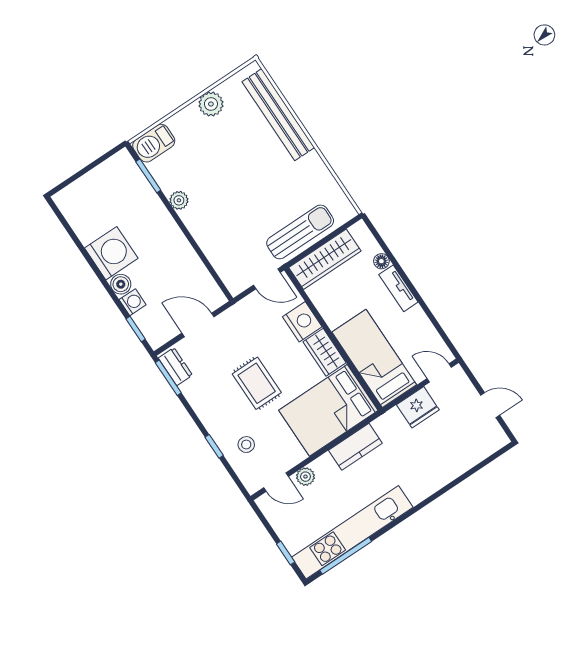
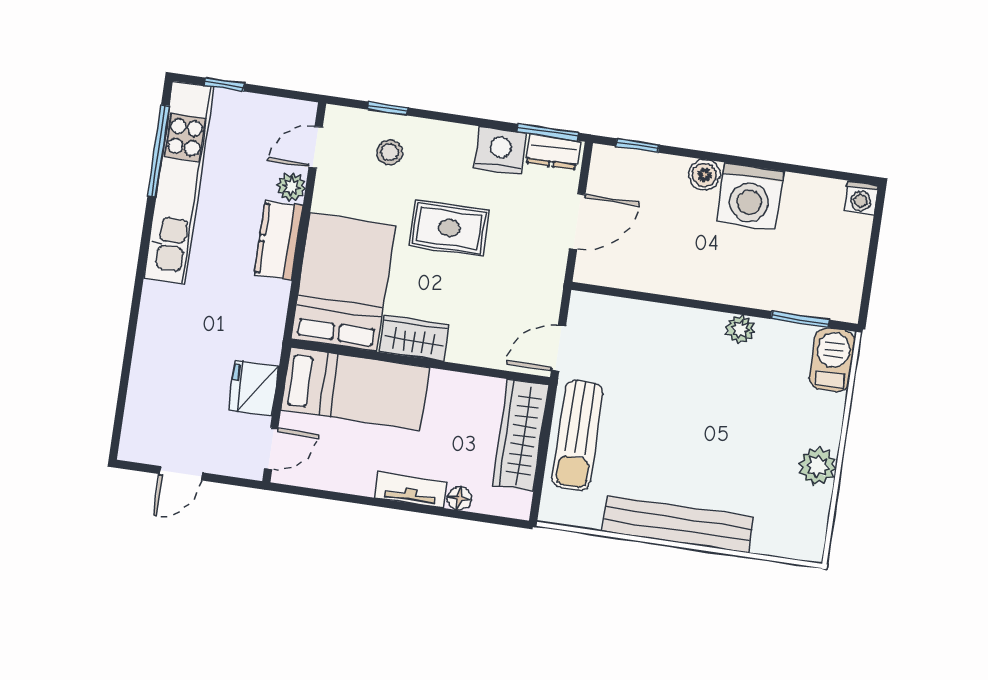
bench: (278, 115) -> (678, 524), moved
washing machine: (133, 302) -> (861, 198), moved
nightstand: (302, 322) -> (500, 151), moved, turned 180
window: (214, 446) -> (388, 109), moved
kitchen counter: (355, 447) -> (279, 240), moved

